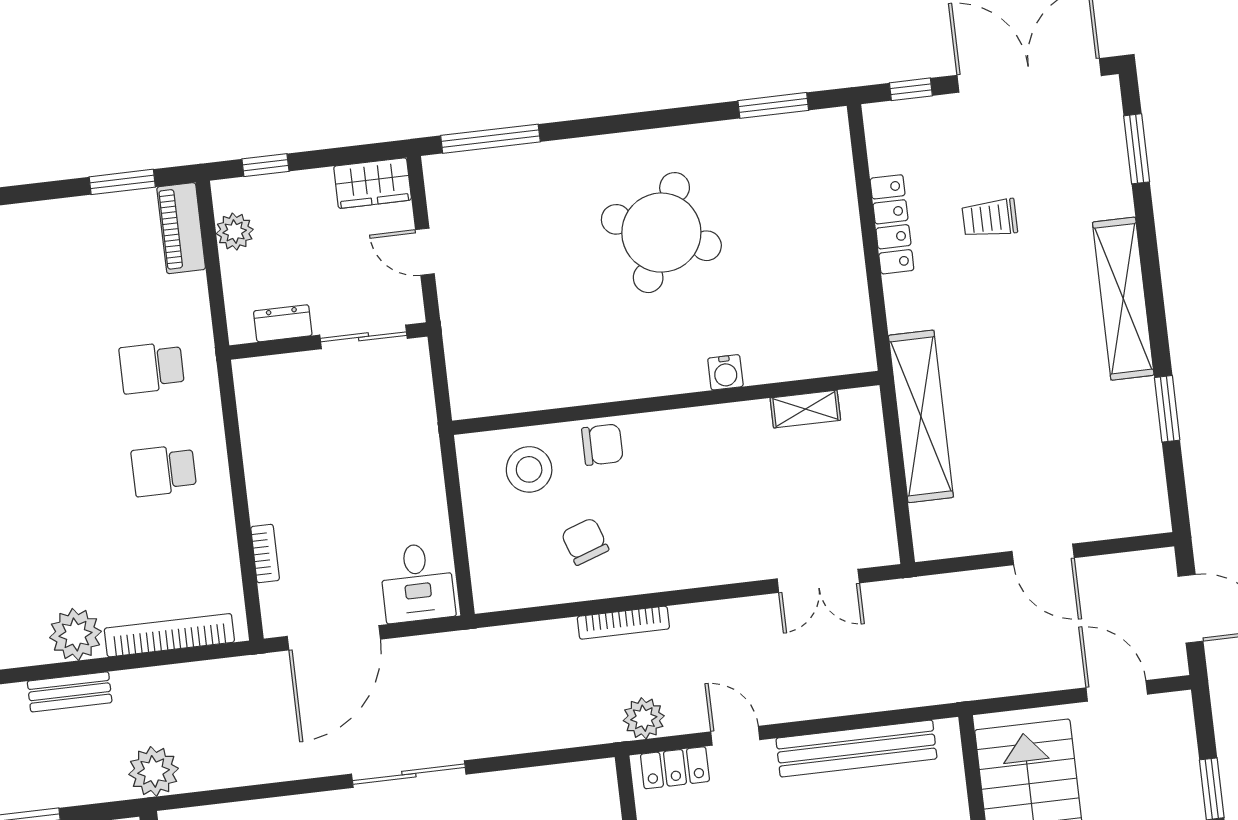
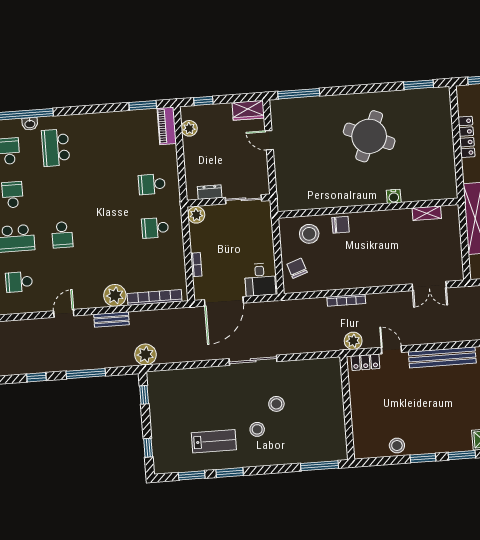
dresser: (283, 323) -> (210, 192), moved
sliding door: (363, 337) -> (244, 199), moved
wall: (328, 341) -> (229, 200), moved
plant: (260, 436) -> (196, 215), added
chair: (585, 541) -> (297, 268), moved

